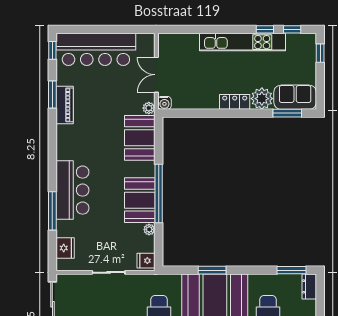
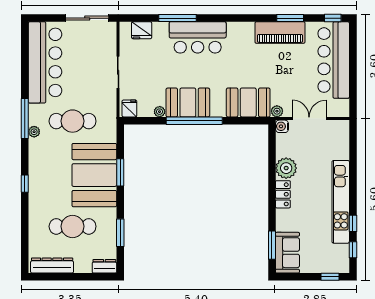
plant: (262, 99) -> (286, 168), moved
piano: (65, 105) -> (280, 33), width x1.37, depth x1.33
window: (292, 270) -> (120, 233), moved

